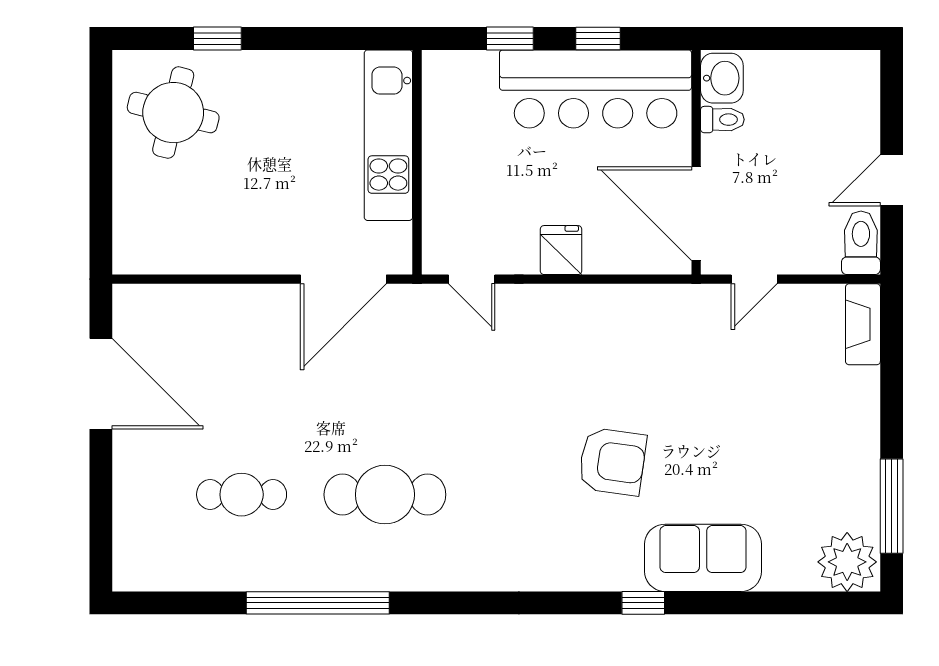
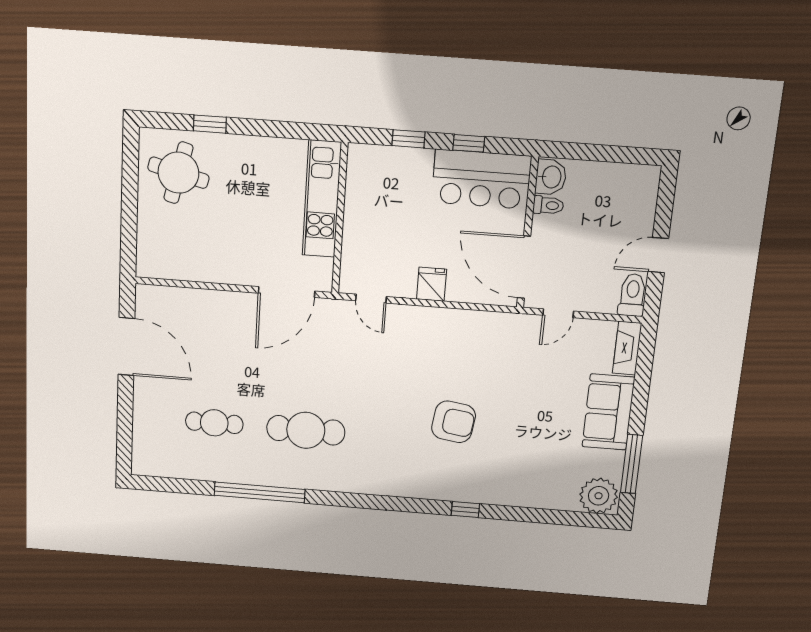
bar counter: (596, 89) -> (481, 179), width x0.73
sofa: (703, 558) -> (608, 412), moved, turned -90

